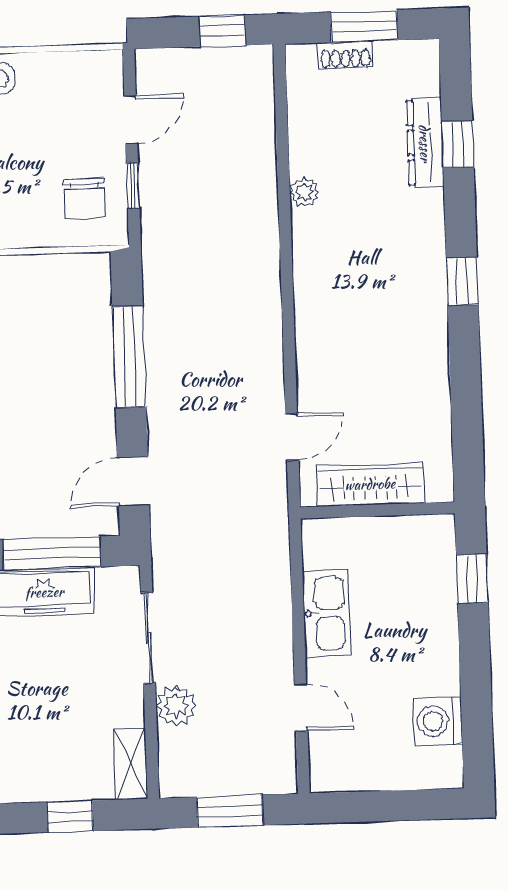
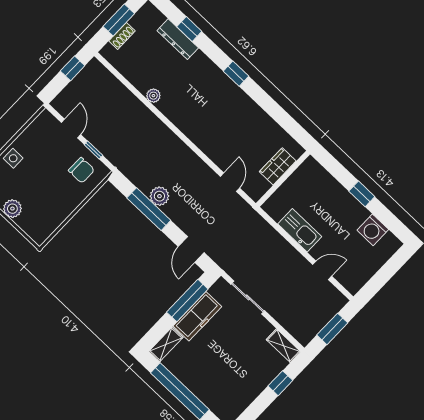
wardrobe: (370, 484) -> (278, 166), width x0.67
window: (472, 579) -> (362, 194), moved
plant: (176, 706) -> (159, 196), moved

